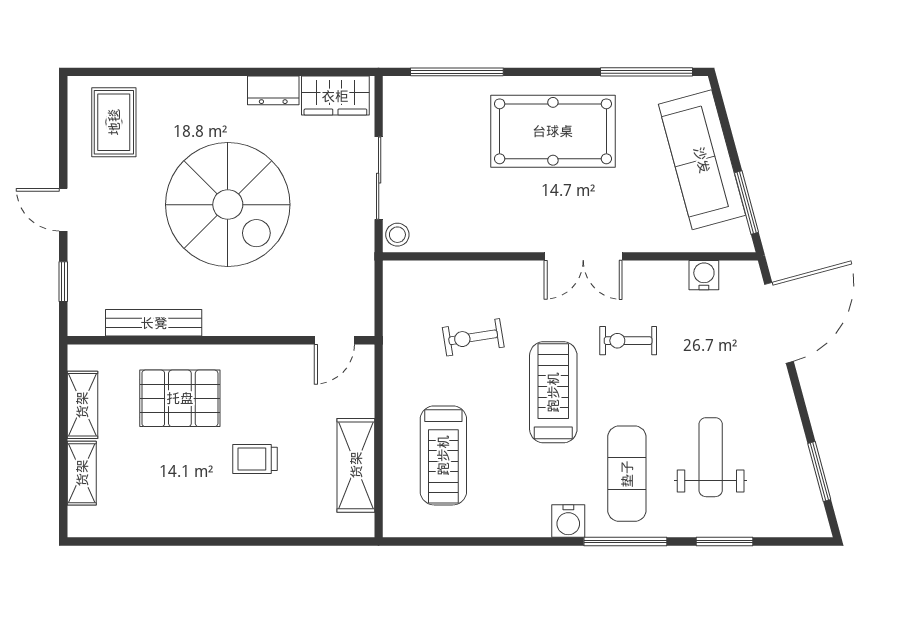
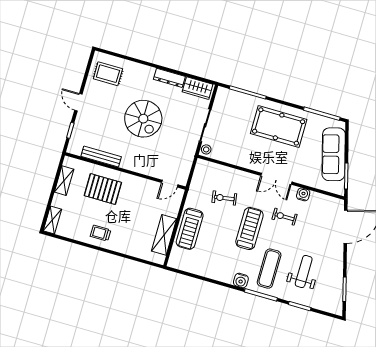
dresser: (273, 90) -> (169, 78), width x1.44
rug: (114, 122) -> (108, 74), turned 90
spiral stairs: (228, 205) -> (143, 119), width x0.73, depth x0.73
water cooler: (704, 275) -> (303, 194), moved
treadmill: (443, 455) -> (190, 229), moved
trolley: (255, 459) -> (101, 233), moved
shelving: (82, 473) -> (52, 220), moved

